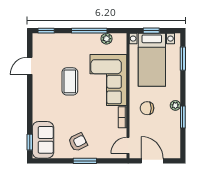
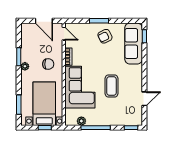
sofa: (43, 140) -> (134, 44), width x1.36
door: (128, 145) -> (64, 34), hinge flipped

